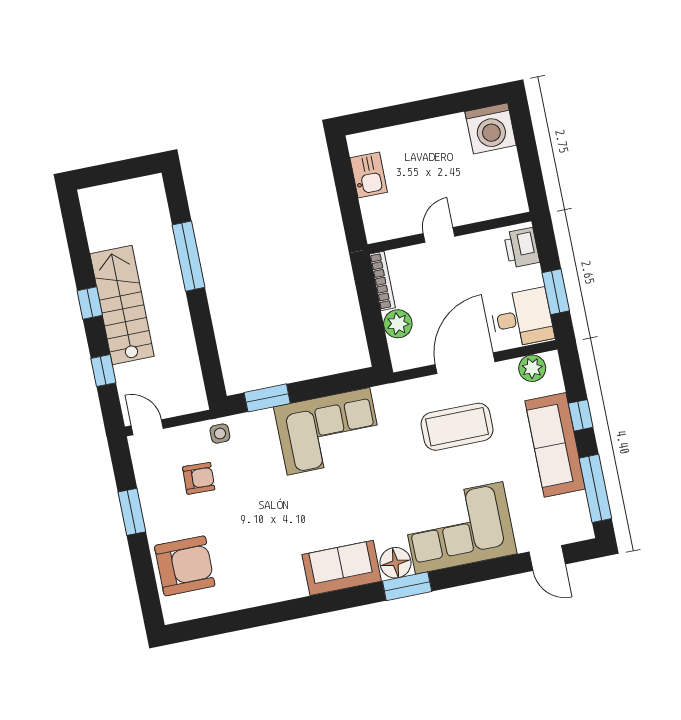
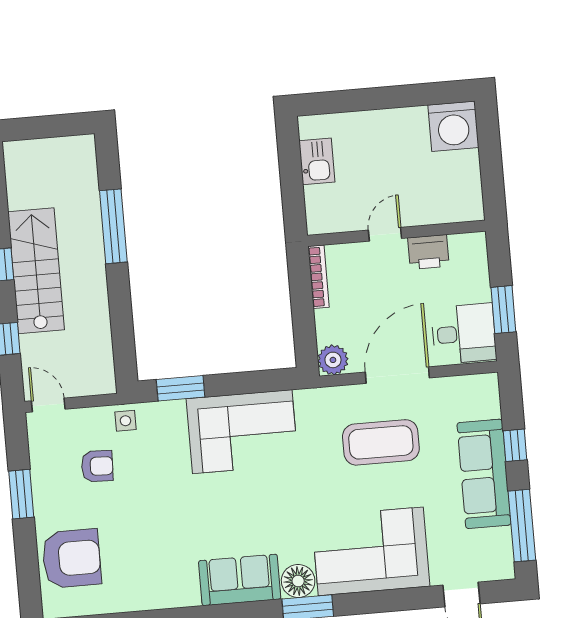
printer: (522, 248) -> (428, 252), moved, turned -90
plant: (398, 324) -> (333, 360), moved
plant: (532, 368) -> (469, 389), removed

